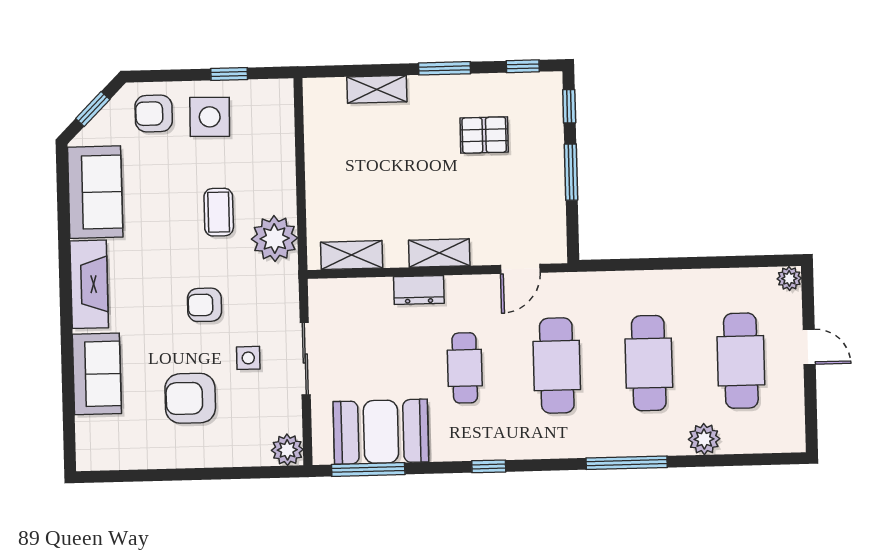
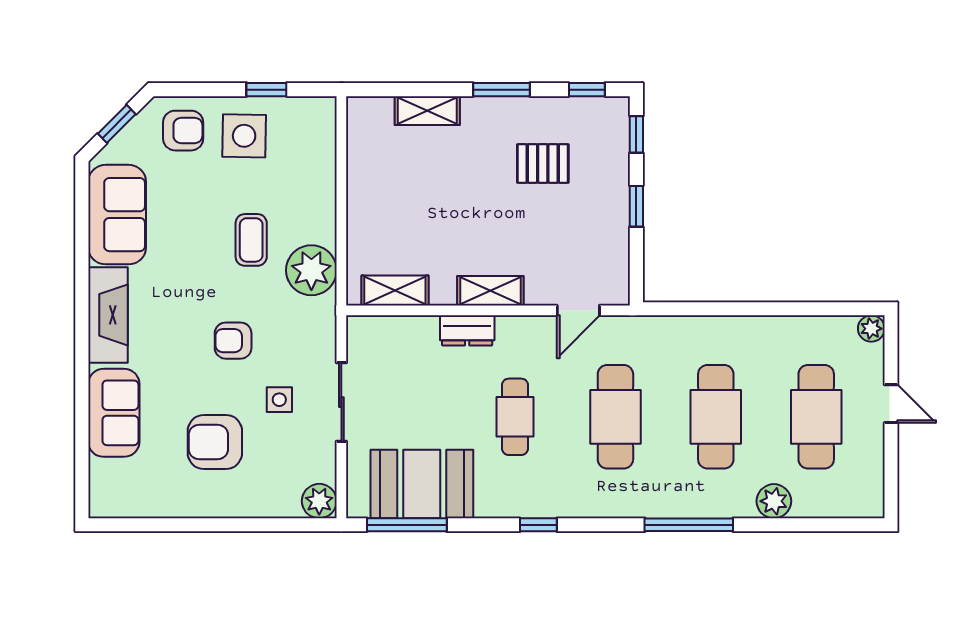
armchair: (154, 114) -> (183, 131), turned 180
window: (571, 172) -> (636, 206), width x0.67

